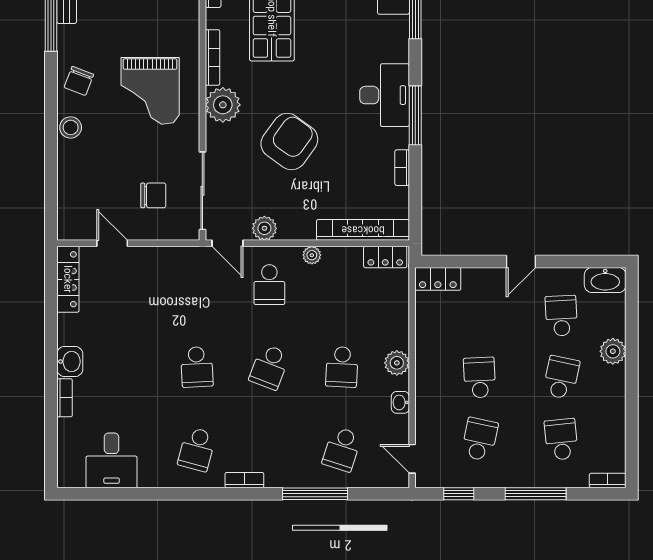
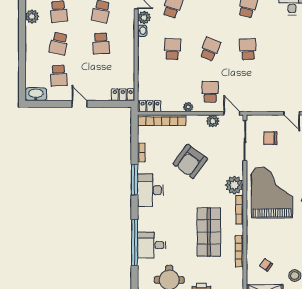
grand piano: (150, 91) -> (272, 192), width x1.37, depth x1.48
armchair: (289, 142) -> (190, 161), moved
door: (521, 261) -> (80, 104), hinge flipped
plant: (613, 351) -> (32, 17), moved
plant: (397, 363) -> (144, 18), moved

